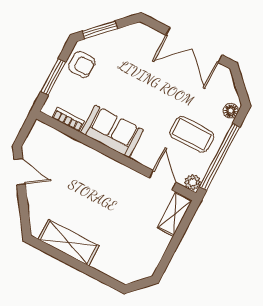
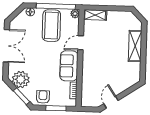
plant: (128, 42) -> (21, 80), added
coffee table: (192, 134) -> (51, 26), width x1.36, depth x1.32
door: (162, 180) -> (81, 43), moved
shelving: (69, 243) -> (135, 46), moved

